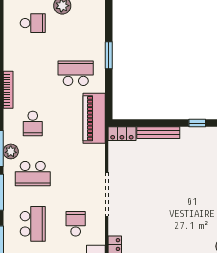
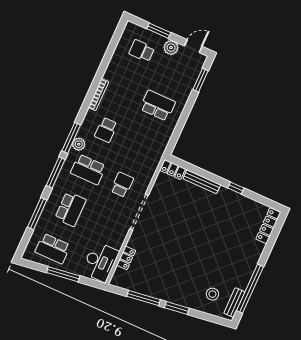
school desk: (33, 23) -> (142, 51), turned 180
window: (109, 55) -> (200, 80), moved
piano: (94, 118) -> (156, 148), removed
school desk: (76, 224) -> (122, 185), moved

